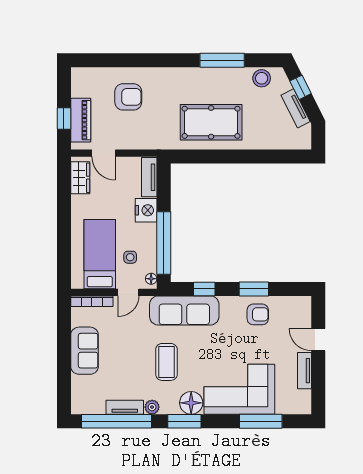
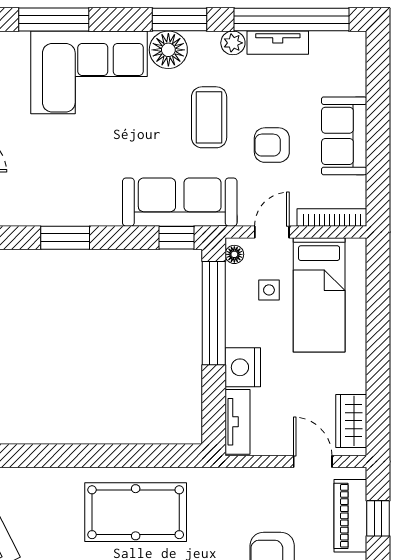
window: (204, 289) -> (177, 238), moved
armchair: (258, 314) -> (272, 145), moved

